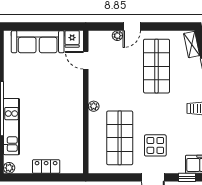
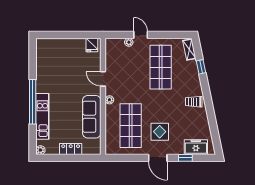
door: (132, 26) -> (141, 35), swing flipped
sofa: (38, 42) -> (92, 117), moved, turned 90
door: (86, 60) -> (103, 79), moved

